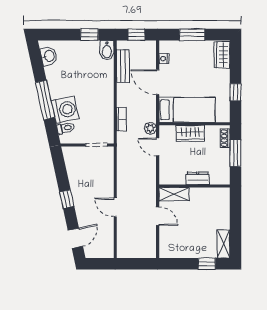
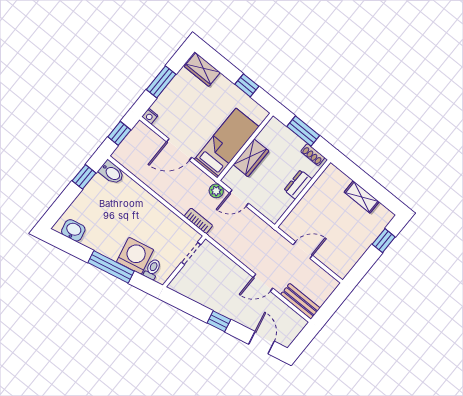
nightstand: (164, 59) -> (150, 116), moved
bench: (123, 66) -> (300, 301), moved
bookcase: (121, 119) -> (198, 221), moved
shoe rack: (225, 138) -> (313, 155), moved
shelving: (174, 194) -> (295, 218), removed
shelving: (223, 244) -> (362, 197), moved

